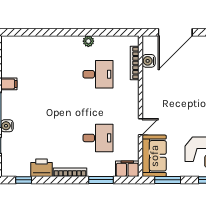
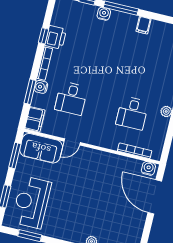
water cooler: (149, 61) -> (148, 168), moved
door: (141, 127) -> (72, 142), hinge flipped
water cooler: (94, 170) -> (41, 87), added
window: (24, 180) -> (43, 36), moved

